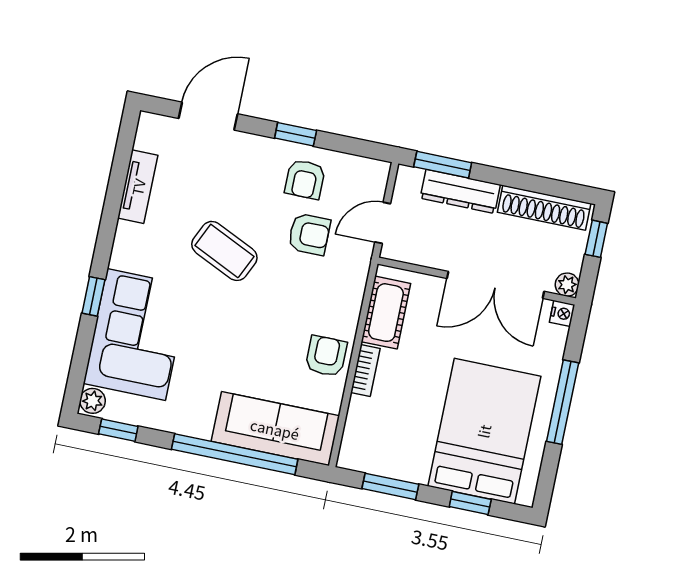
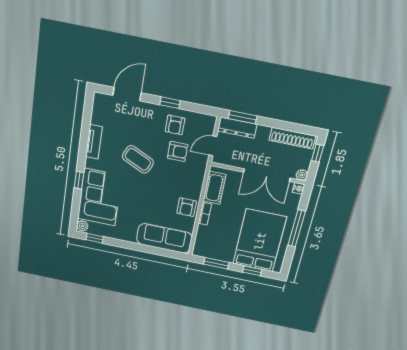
tv unit: (138, 187) -> (94, 142), moved
dresser: (460, 191) -> (237, 128), moved
armchair: (326, 356) -> (187, 207), turned 180
window: (235, 454) -> (146, 249), removed

